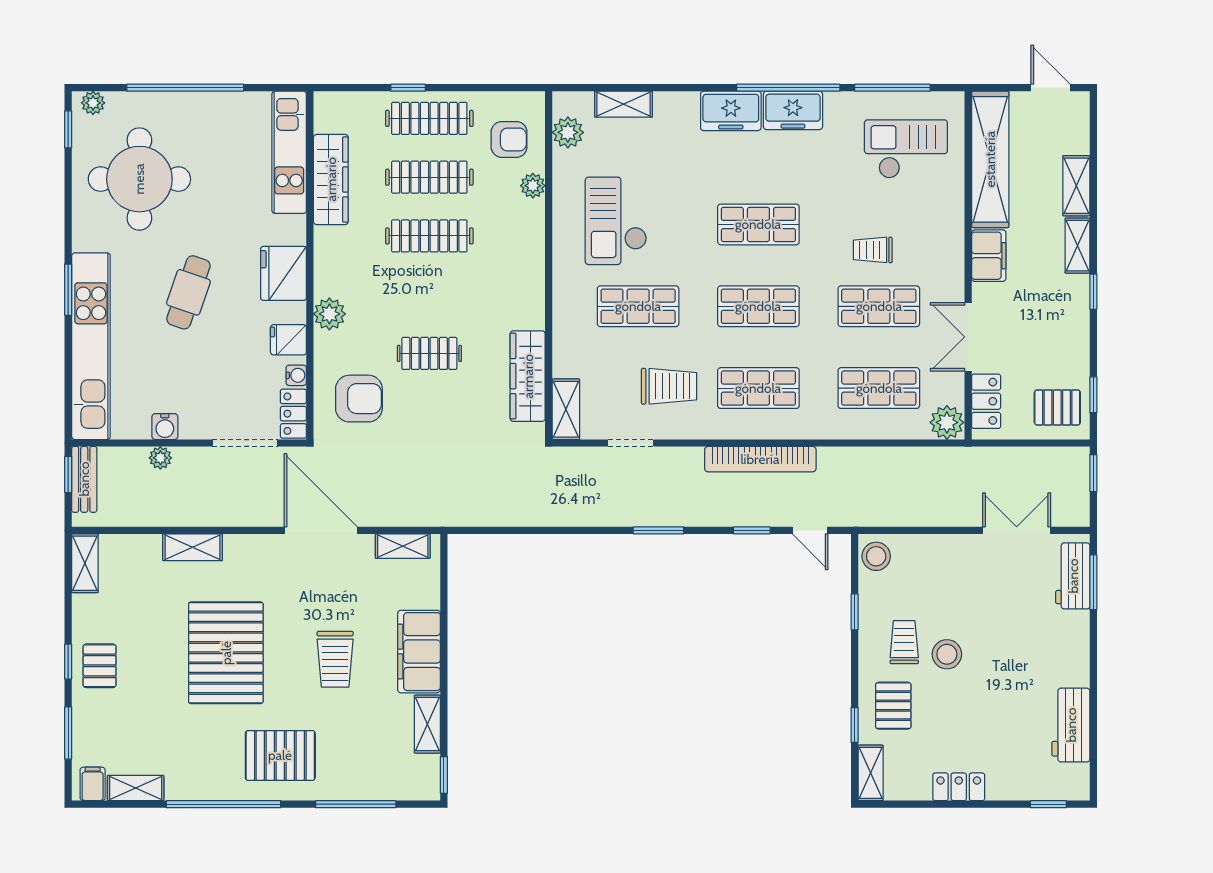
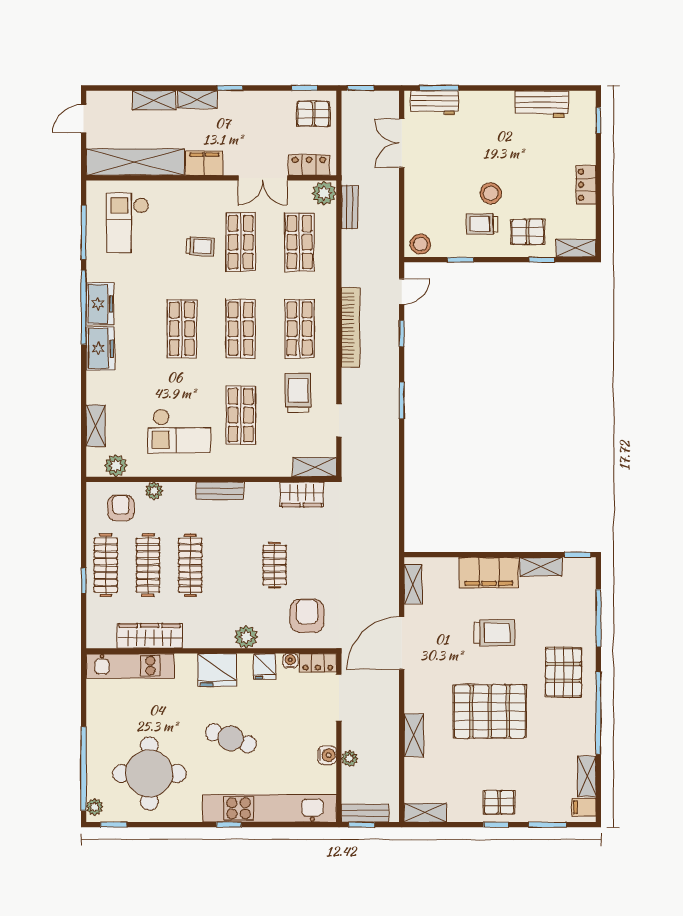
window: (185, 88) -> (84, 769), moved
trolley: (873, 250) -> (200, 247), turned -87
bench: (533, 277) -> (220, 491), added
window: (68, 290) -> (229, 825), width x0.67
wardrobe: (528, 376) -> (302, 494), width x0.67
pallet: (1057, 407) -> (313, 114), turned 90
bench: (928, 458) -> (350, 207), added

